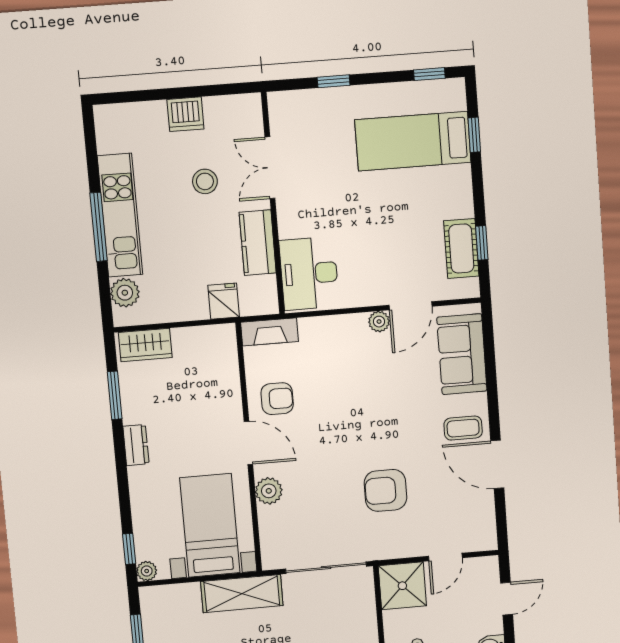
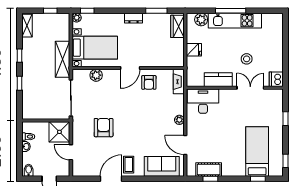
dishwasher: (185, 114) -> (276, 79), moved
fridge: (224, 301) -> (194, 50), moved
plant: (379, 322) -> (179, 120), moved
plant: (269, 491) -> (96, 75), moved

